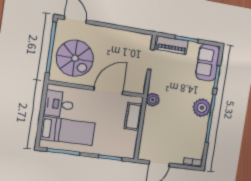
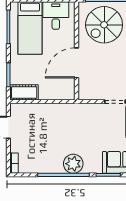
door: (108, 91) -> (77, 63), swing flipped
plant: (153, 100) -> (74, 110), removed
cot: (133, 117) -> (24, 92), moved

